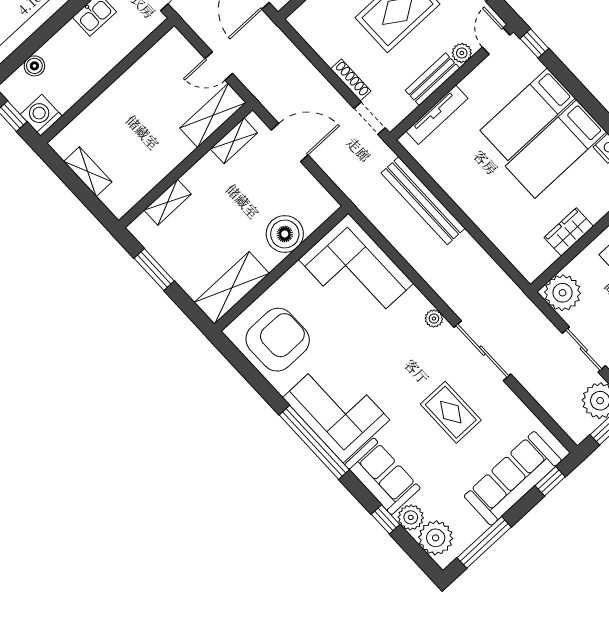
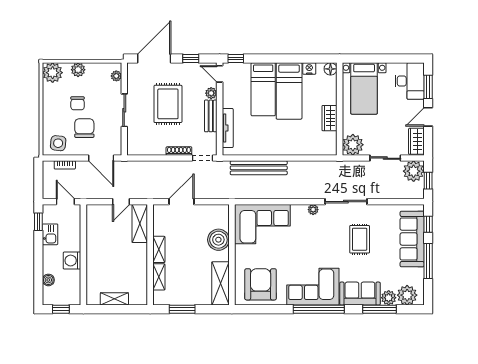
washing machine: (41, 115) -> (72, 261), moved
shelving: (234, 141) -> (159, 249), moved
rug: (451, 412) -> (360, 239), turned 90
window: (385, 519) -> (379, 309), width x2.17
window: (484, 542) -> (428, 261), moved

